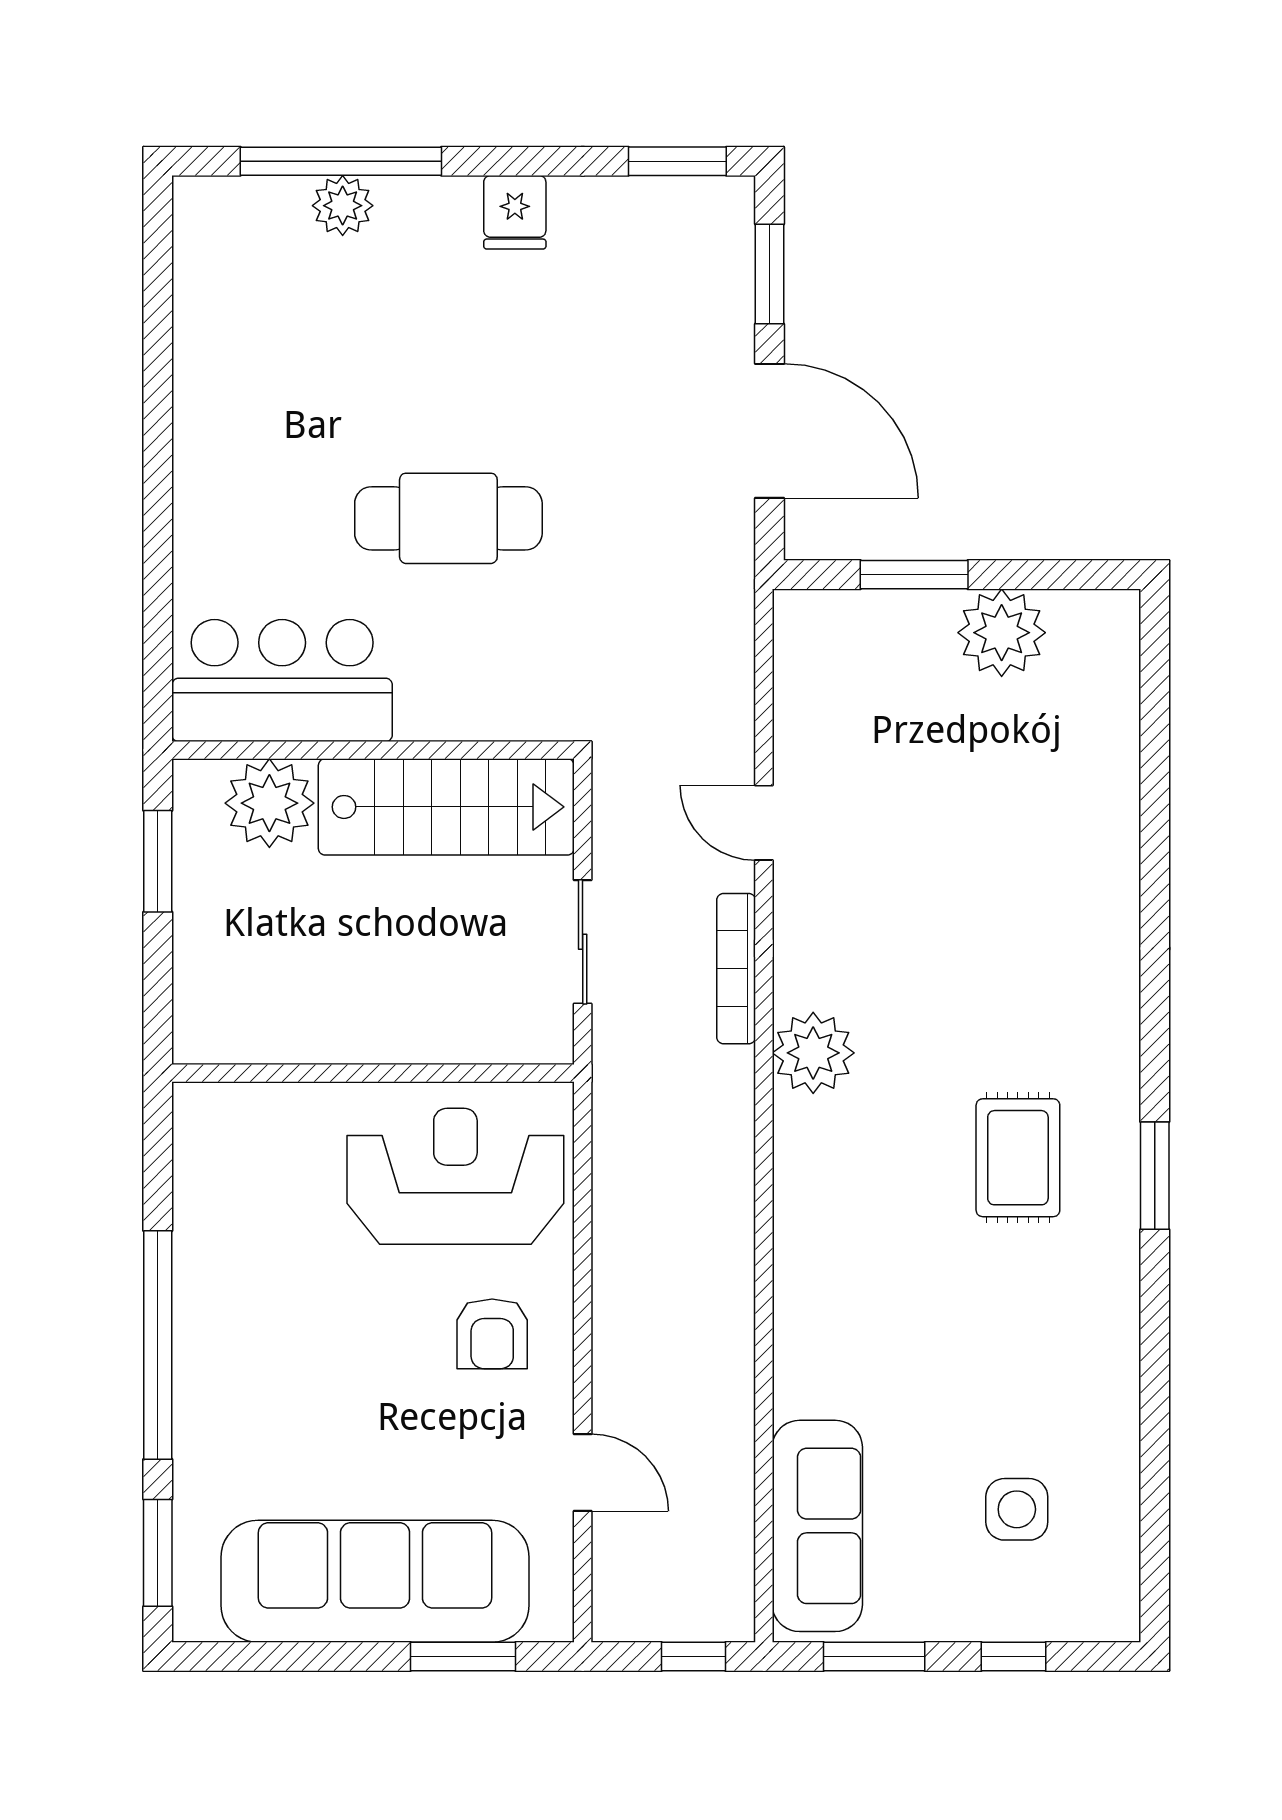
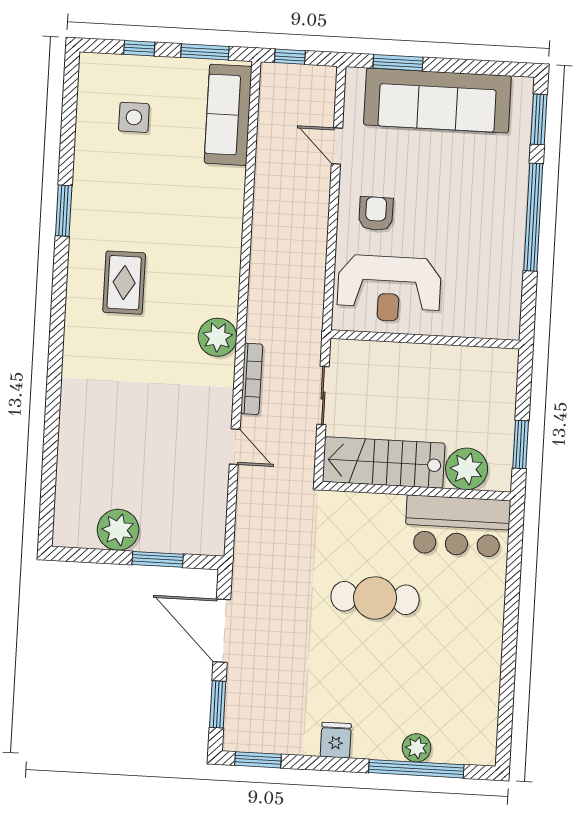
window: (1155, 1176) -> (64, 211), moved

